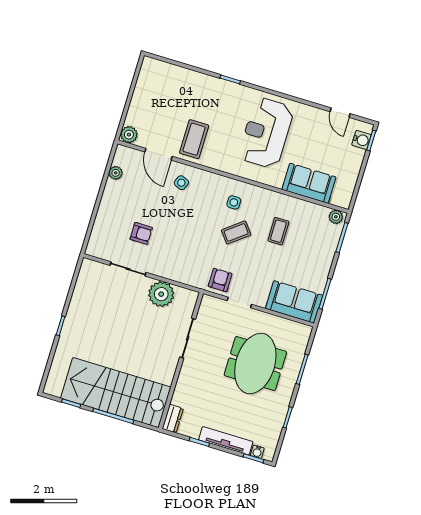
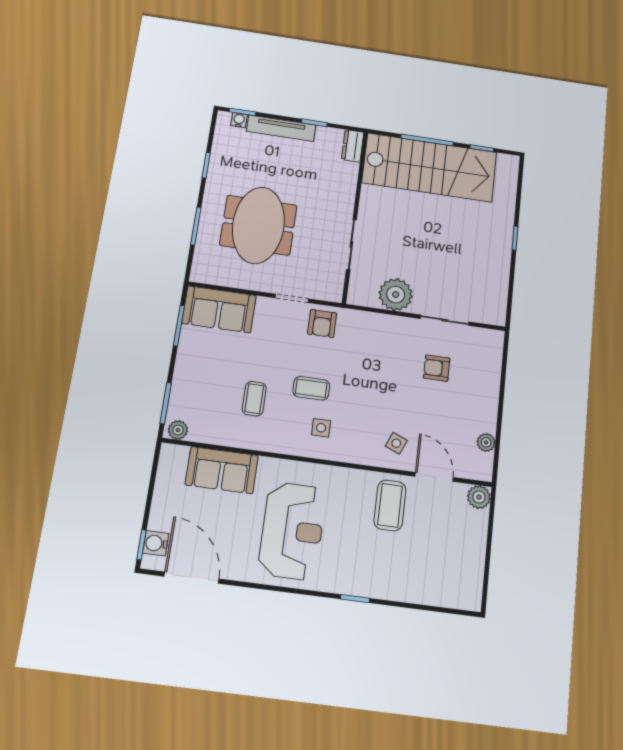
door: (340, 113) -> (192, 578), width x1.87
coffee table: (236, 232) -> (311, 388), turned 38

